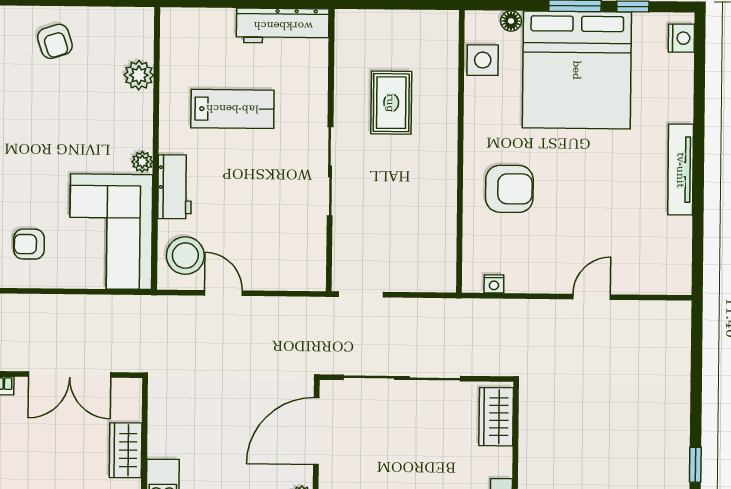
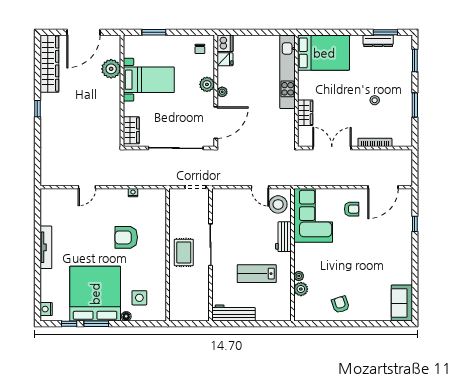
rug: (391, 103) -> (184, 252), moved
wall: (460, 151) -> (168, 255), moved
plant: (142, 162) -> (299, 276), moved

